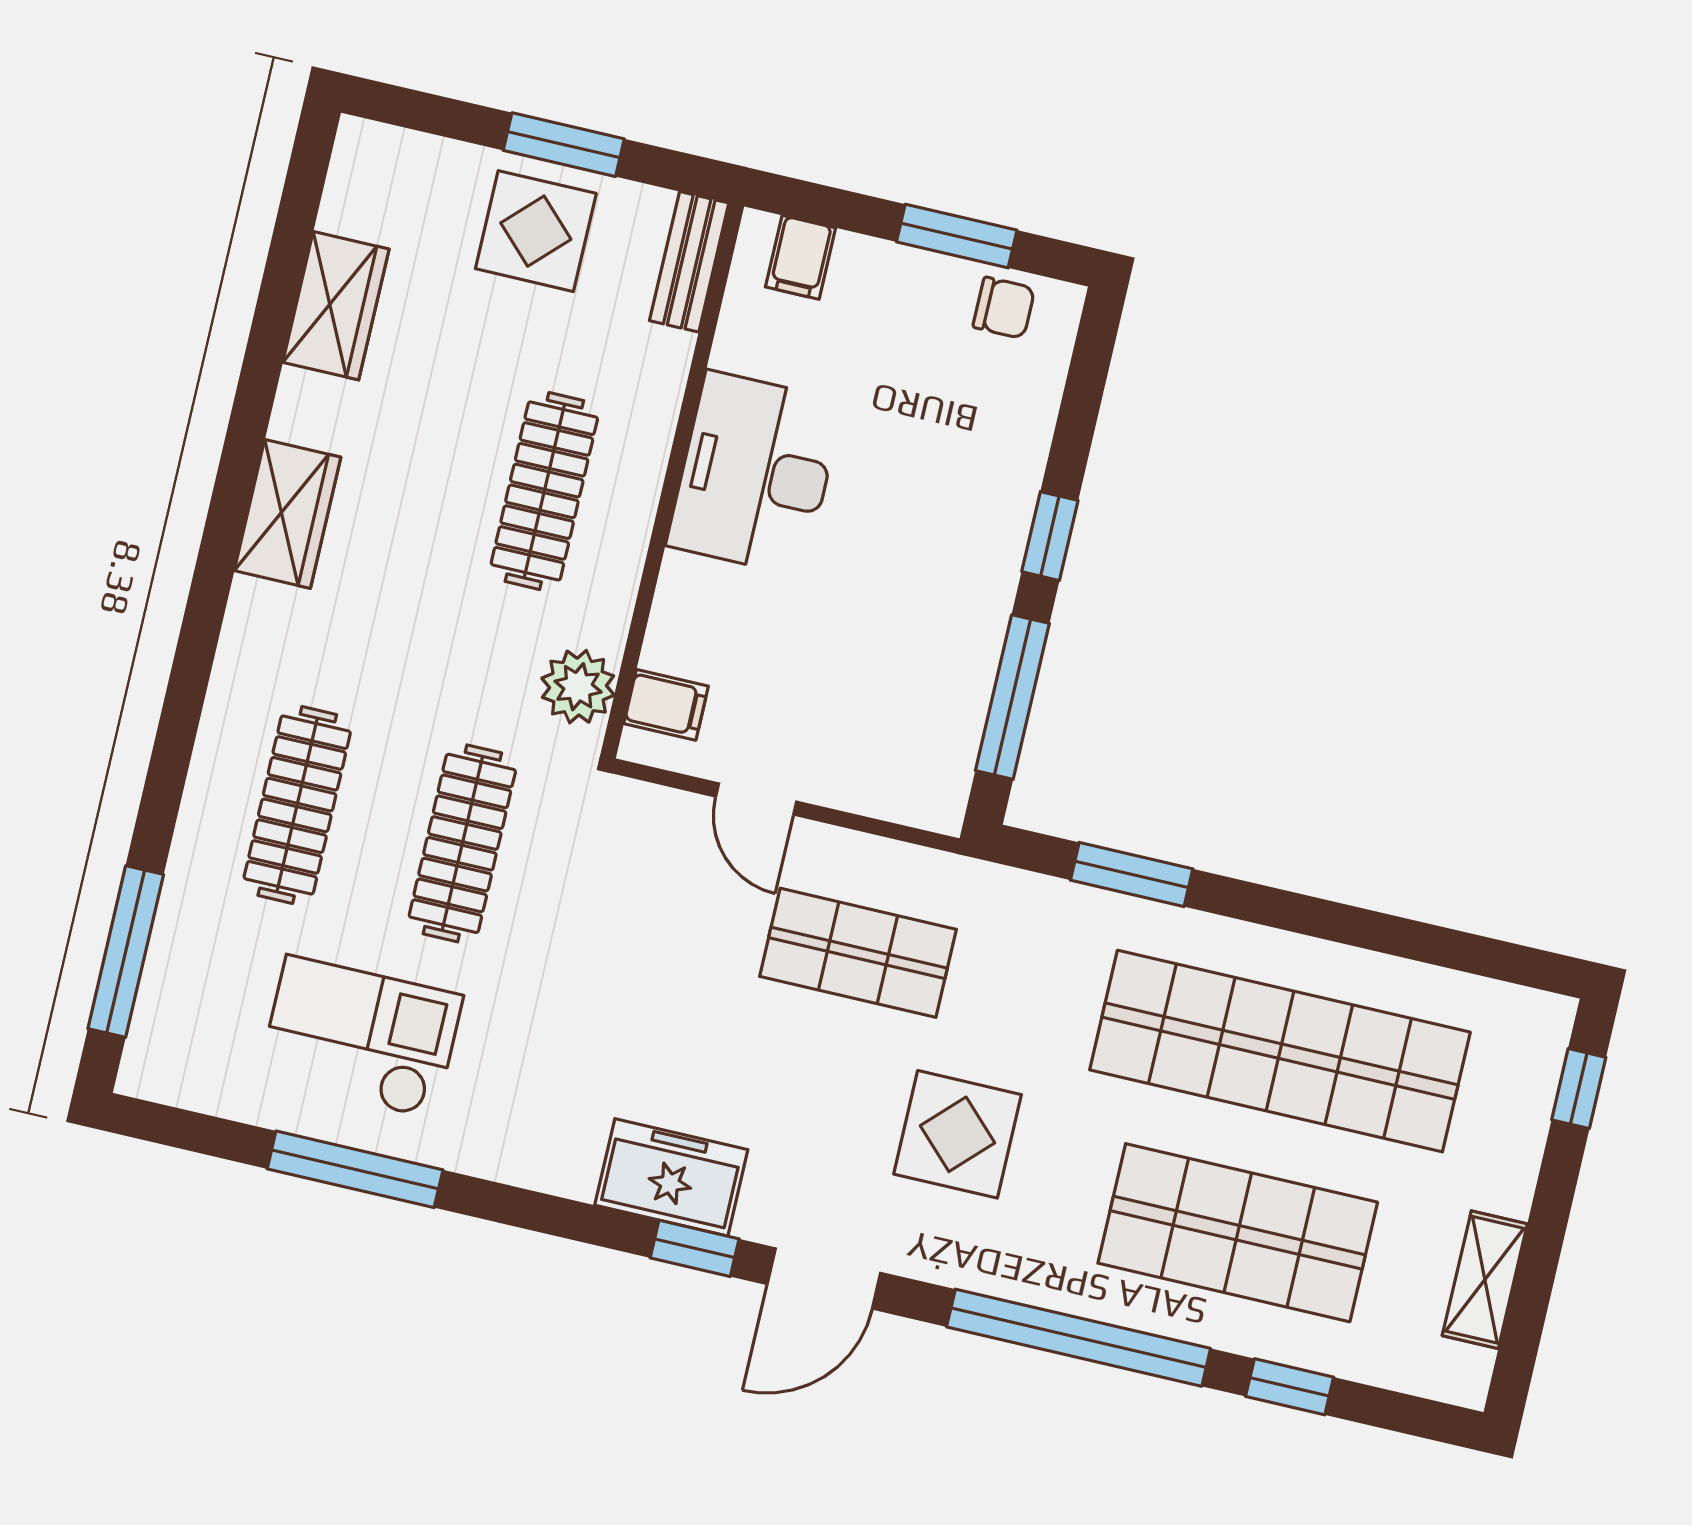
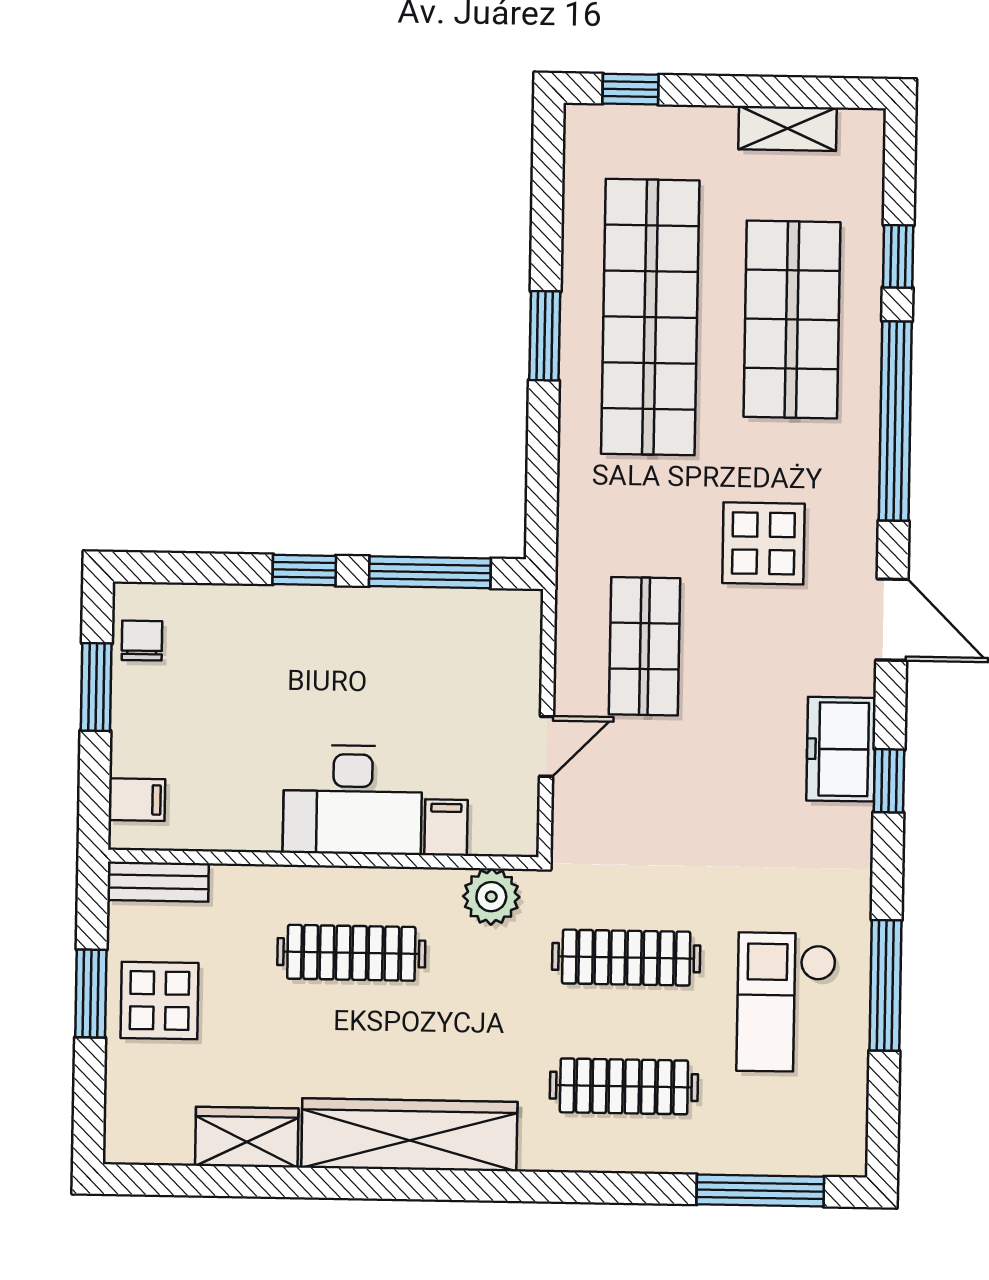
desk: (755, 473) -> (353, 800), moved
wardrobe: (288, 514) -> (409, 1135), width x2.10, depth x1.17
filing cabinet: (666, 705) -> (446, 828), moved
window: (1132, 874) -> (545, 336), moved
window: (695, 1248) -> (889, 781), moved

